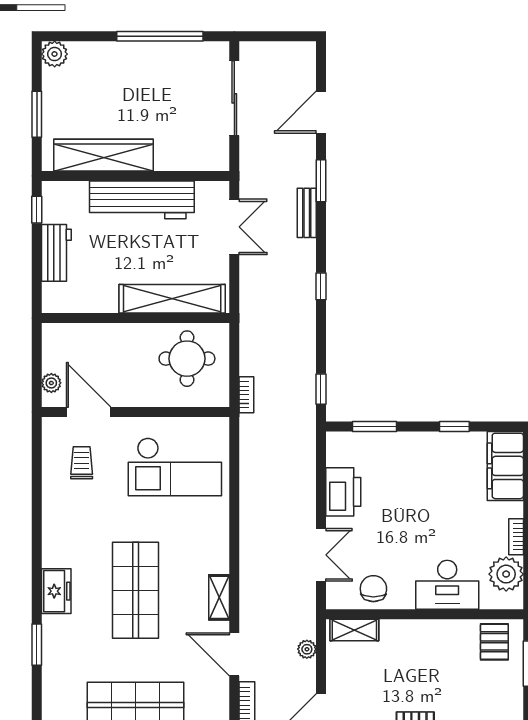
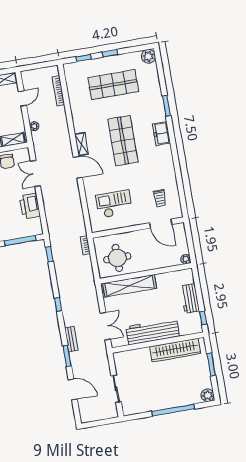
window: (160, 36) -> (173, 410), moved
sliding door: (234, 98) -> (116, 389), width x0.73
door: (321, 112) -> (73, 389), hinge flipped
double door: (234, 227) -> (105, 326), swing flipped
plant: (51, 383) -> (186, 259), moved
window: (374, 426) -> (20, 241), width x1.44
checkout: (175, 467) -> (114, 204), width x0.73, depth x0.83
door: (234, 654) -> (78, 167), moved

